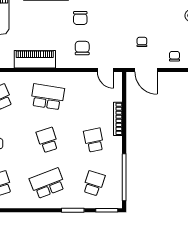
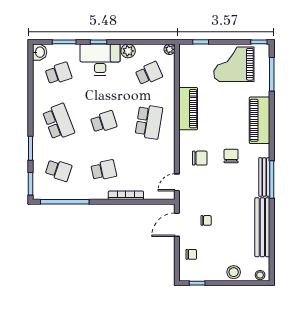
chair: (80, 18) -> (231, 156), turned 90

